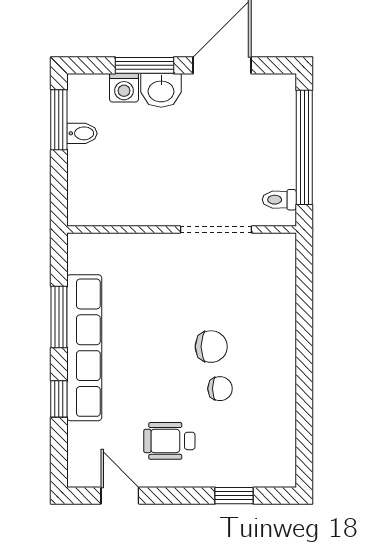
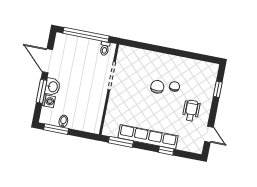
window: (59, 317) -> (121, 142), moved
wheelchair: (169, 441) -> (191, 110), turned 180
door: (120, 496) -> (209, 134), swing flipped

